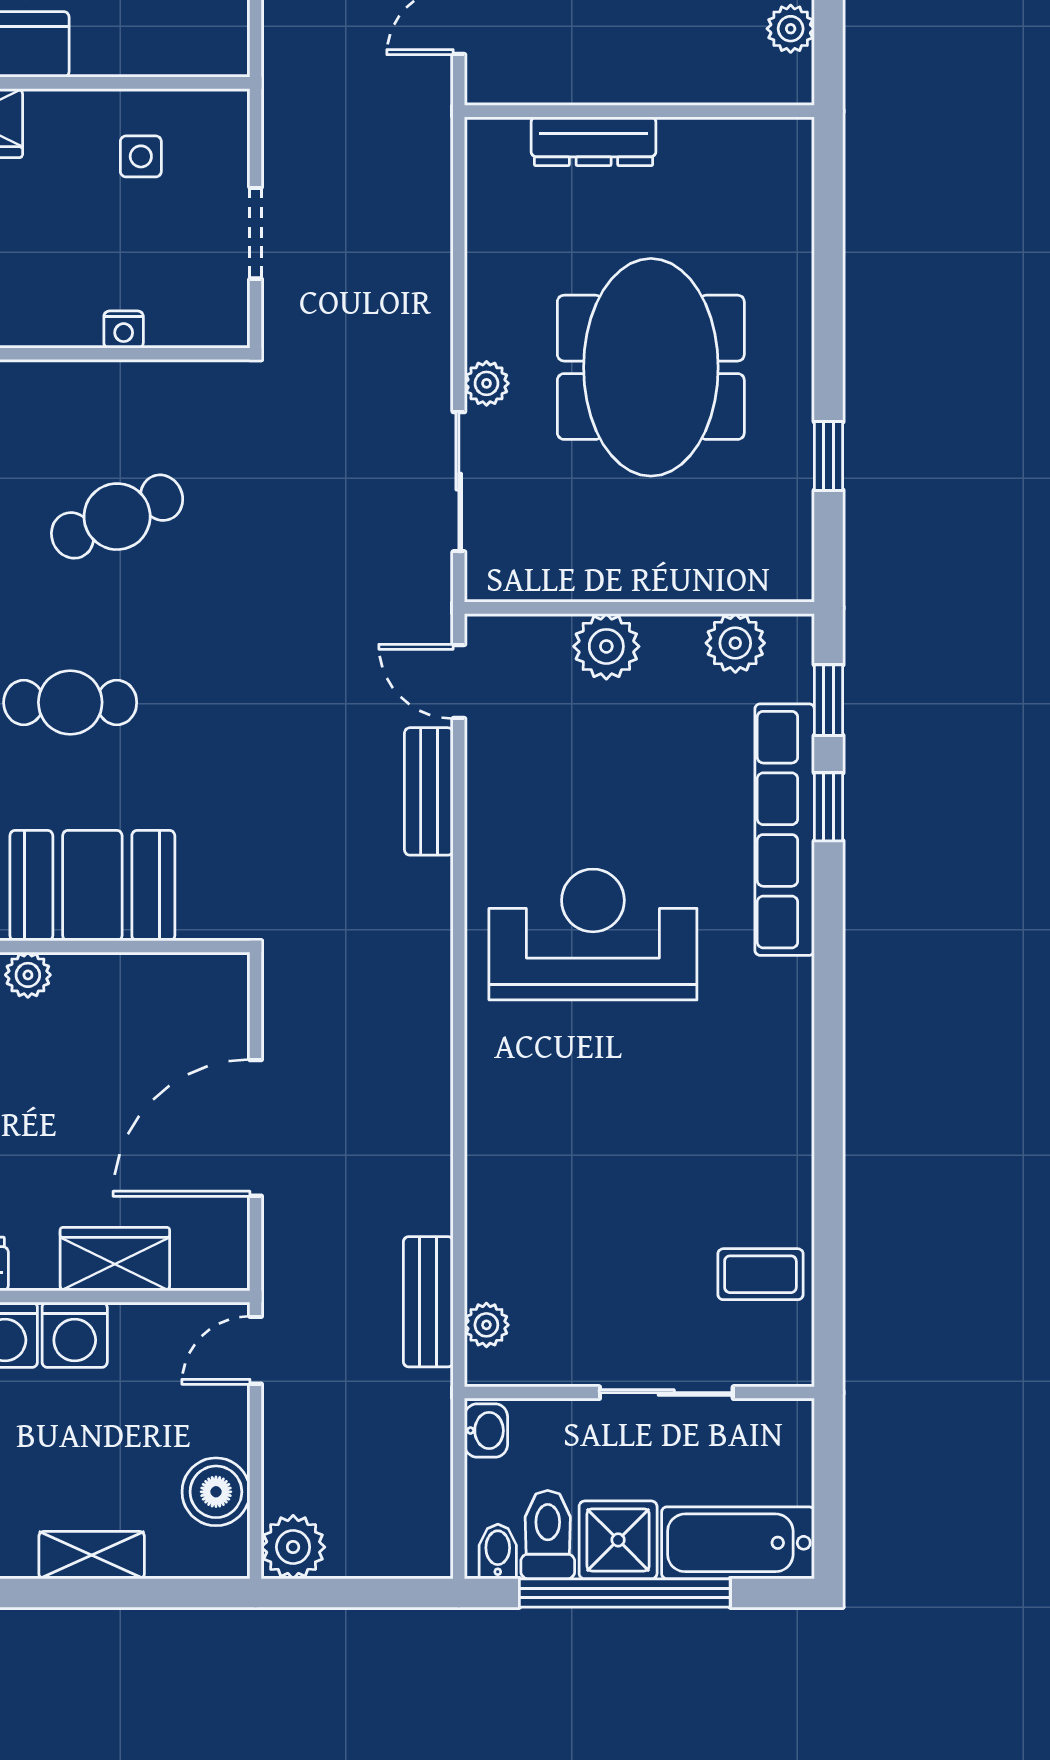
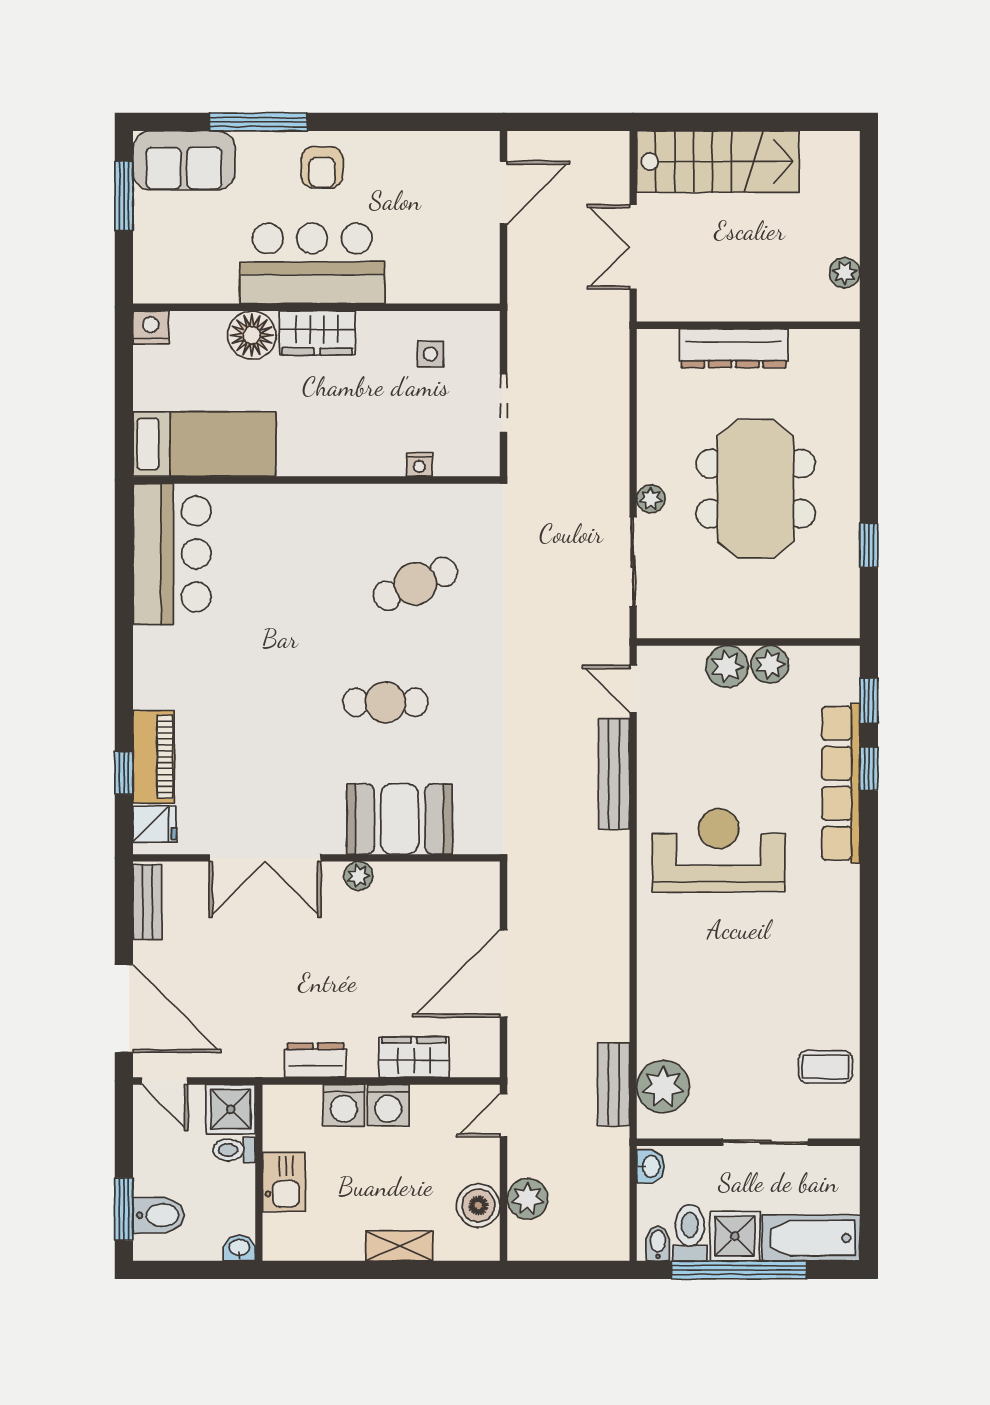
dresser: (594, 141) -> (734, 348), width x1.37, depth x1.24
plant: (735, 643) -> (770, 664), moved
bench: (429, 791) -> (614, 774), width x1.36
plant: (486, 1325) -> (663, 1087), width x1.87, depth x1.87
plant: (293, 1547) -> (527, 1199), moved

